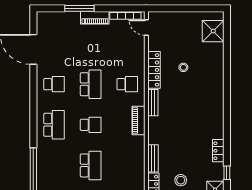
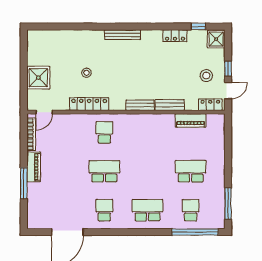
shower: (213, 31) -> (38, 78), moved
bench: (219, 101) -> (123, 35), added
bench: (153, 103) -> (140, 105), moved
piano: (138, 121) -> (191, 120), moved
school desk: (91, 125) -> (191, 210), moved
bench: (153, 158) -> (170, 105), moved

